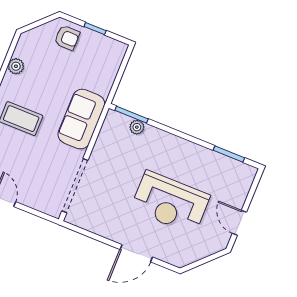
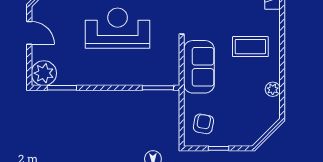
armchair: (67, 38) -> (203, 124), moved, turned 100
plant: (137, 127) -> (44, 73), moved, width x1.87, depth x1.87
reception desk: (170, 203) -> (118, 28), moved

